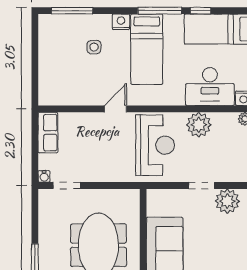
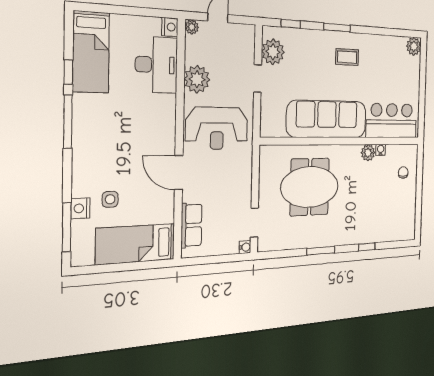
nightstand: (121, 22) -> (80, 208), moved
bed: (147, 49) -> (136, 244), moved, turned 180
door: (115, 109) -> (179, 173), width x1.38
row of seats: (48, 133) -> (191, 225), moved, turned 90
reception desk: (155, 145) -> (217, 128), turned 180

